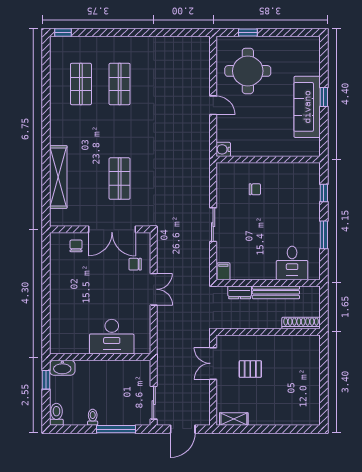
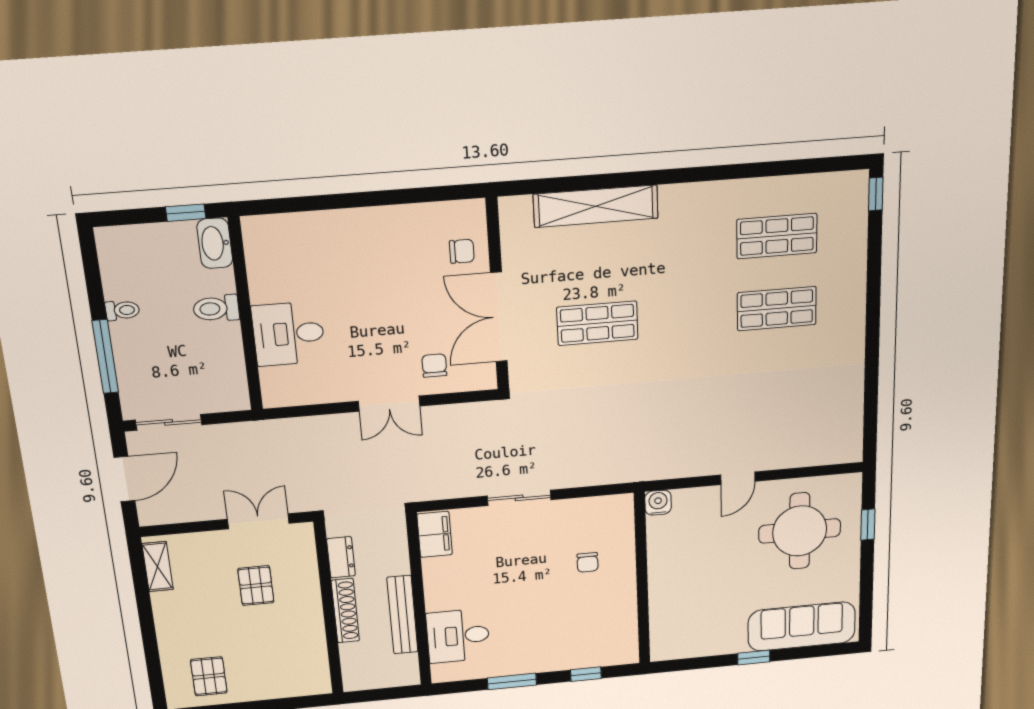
sofa: (307, 107) -> (802, 627), moved
filing cabinet: (223, 271) -> (435, 534), width x2.00
dresser: (240, 292) -> (341, 557), moved, turned 180
shoe rack: (301, 323) -> (345, 611), moved
desk: (112, 337) -> (289, 334), width x0.73
pallet: (302, 401) -> (209, 676), added
toilet: (56, 414) -> (216, 308), moved, turned 180
door: (183, 429) -> (124, 479), swing flipped

